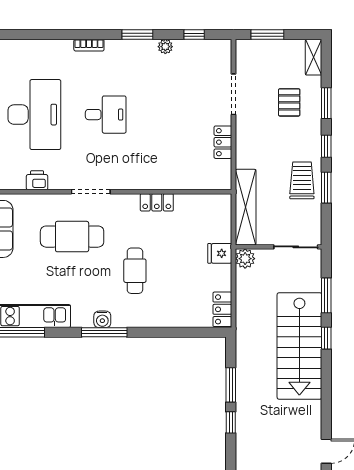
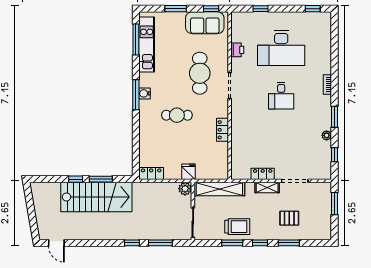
shelving: (314, 57) -> (267, 188), moved
stairs: (299, 346) -> (96, 197), moved, turned 180

